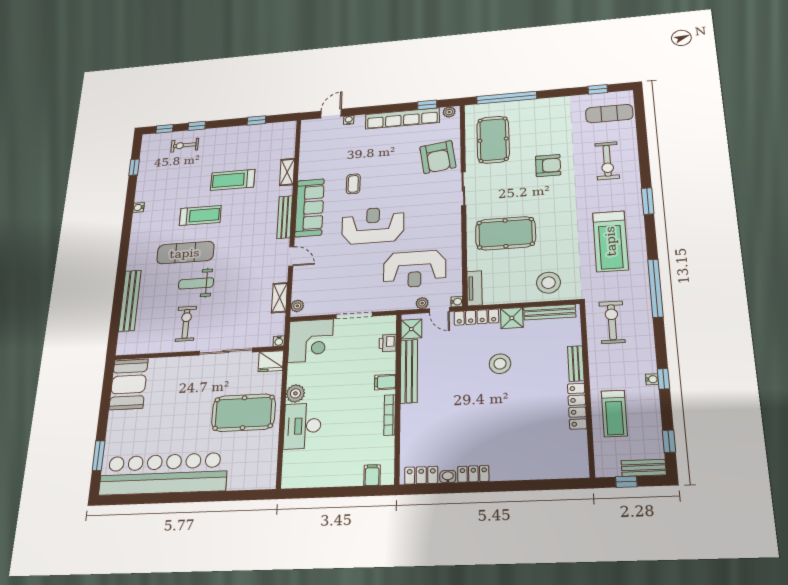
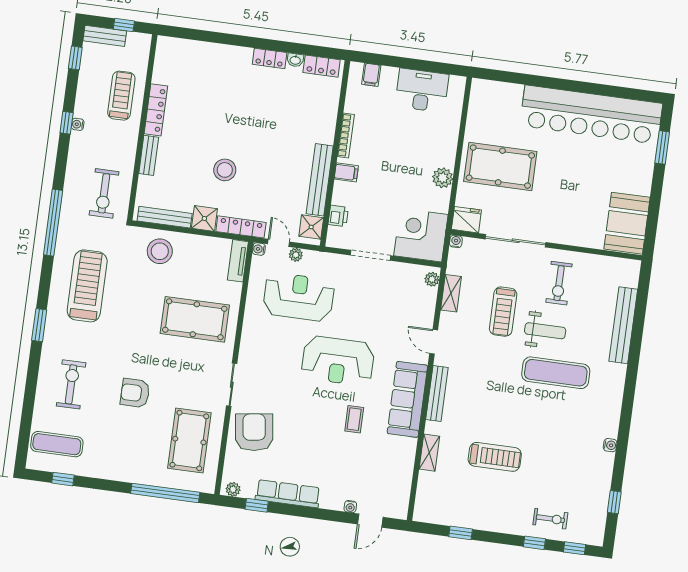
row of seats: (402, 118) -> (288, 494), width x0.73
treadmill: (200, 215) -> (503, 312), moved, turned -90
desk: (302, 426) -> (422, 90), moved, turned -90

